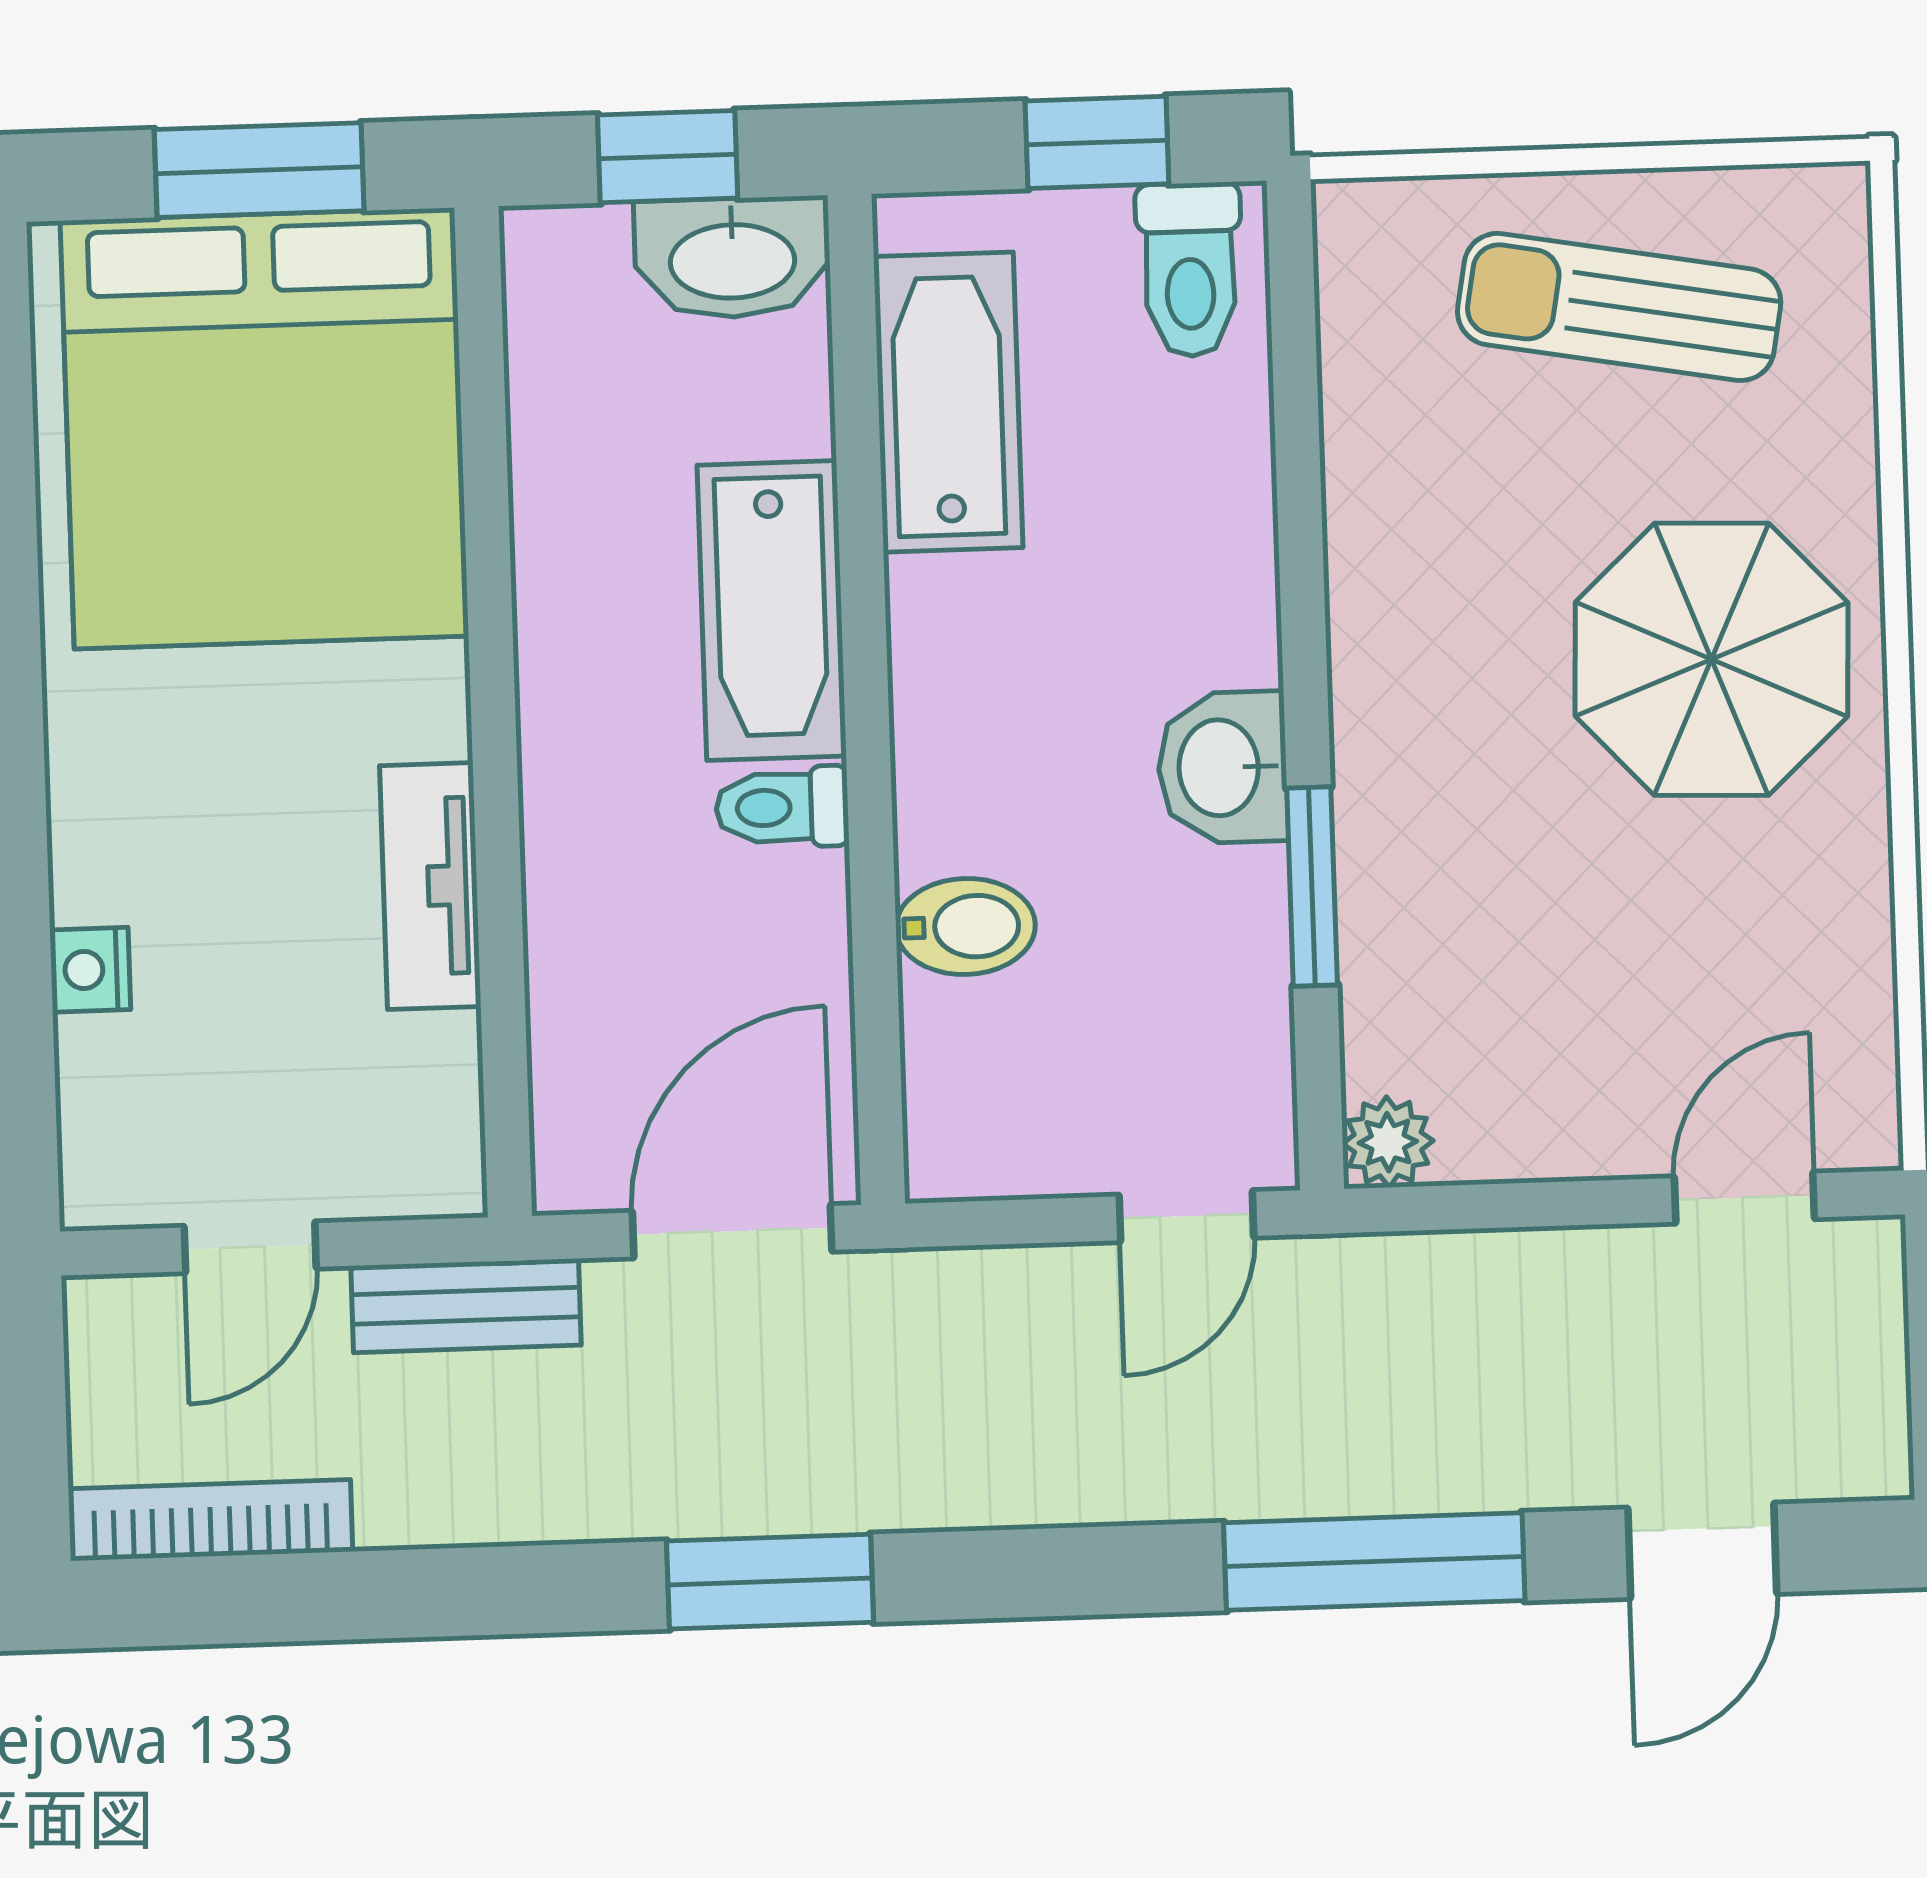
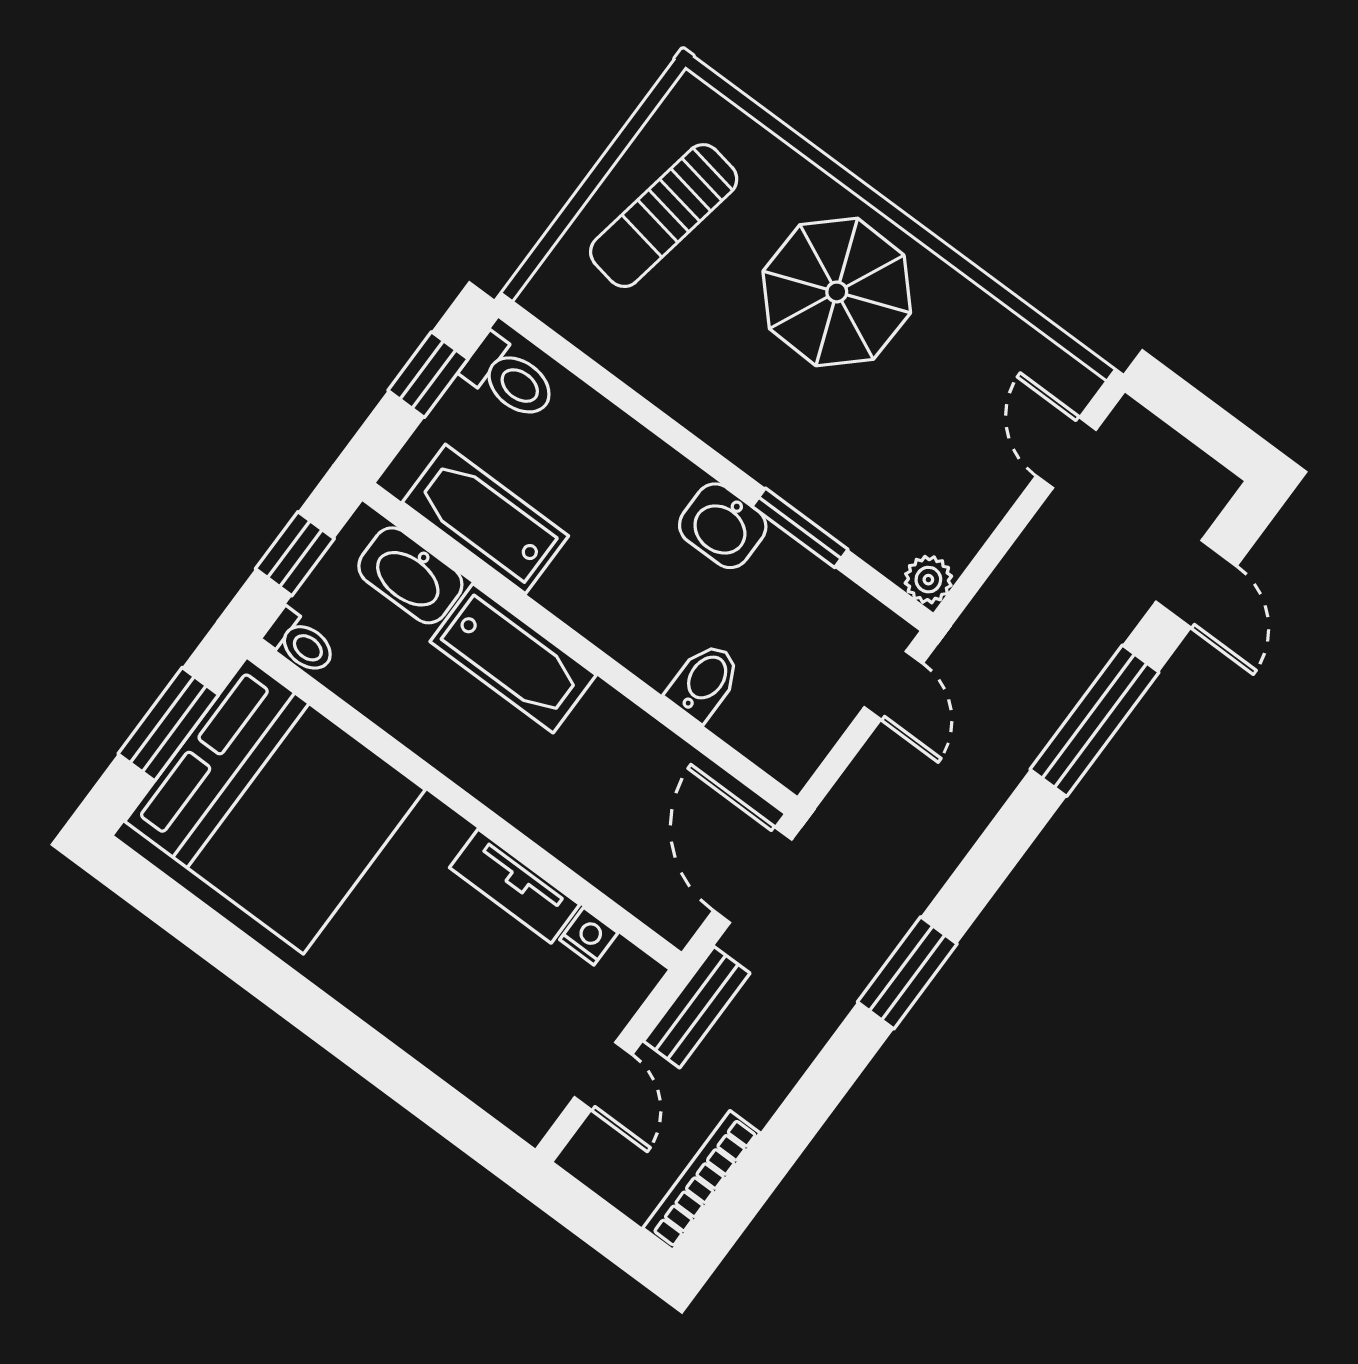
washbasin: (732, 258) -> (410, 575), moved, turned 90
toilet: (782, 807) -> (300, 642), moved, turned -90
nightstand: (90, 970) -> (589, 936), moved, turned 180

